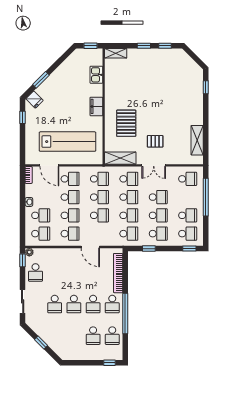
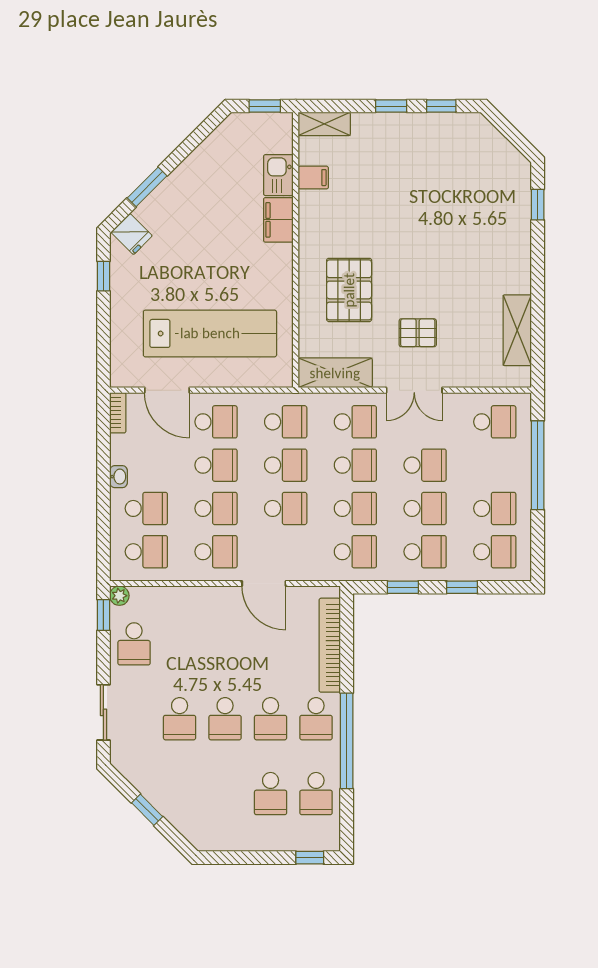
filing cabinet: (111, 76) -> (313, 178), added
filing cabinet: (96, 106) -> (278, 220), moved
window: (189, 249) -> (462, 587), moved

